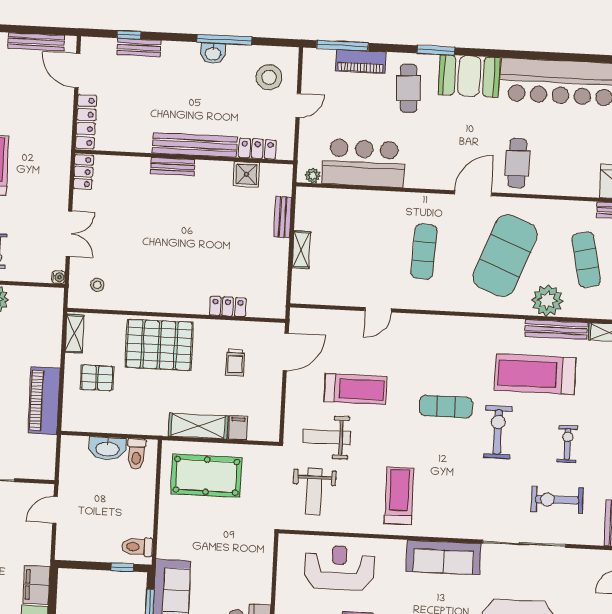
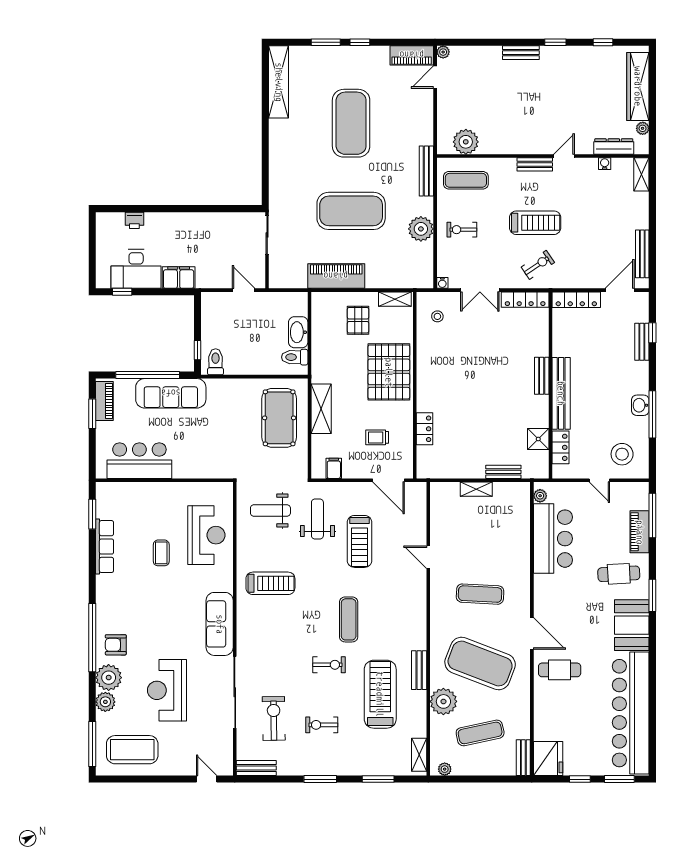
exercise bike: (43, 164) -> (538, 265), added
locker: (83, 172) -> (525, 300), width x1.53
bench: (556, 329) -> (419, 670), moved, width x0.73
filing cabinet: (238, 428) -> (334, 468), moved, turned -90
exercise bike: (498, 432) -> (329, 665), width x0.73, depth x0.72
exercise bike: (567, 444) -> (322, 725), turned 180

